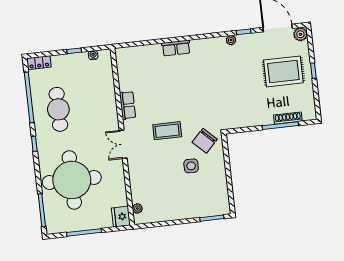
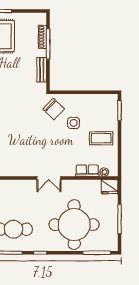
row of seats: (128, 105) -> (87, 171), moved
bench: (249, 121) -> (42, 70), added
coffee table: (167, 131) -> (101, 138), moved, turned 90

